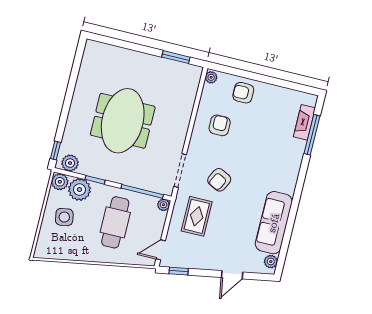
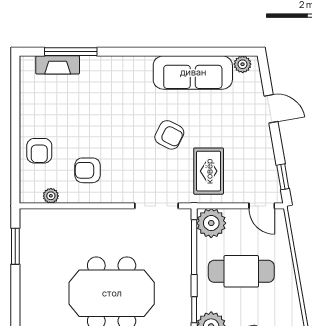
plant: (211, 77) -> (51, 196), moved
armchair: (219, 180) -> (169, 135), moved
plant: (164, 205) -> (211, 223), width x1.88, depth x1.88
rug: (197, 216) -> (209, 171), turned 90

